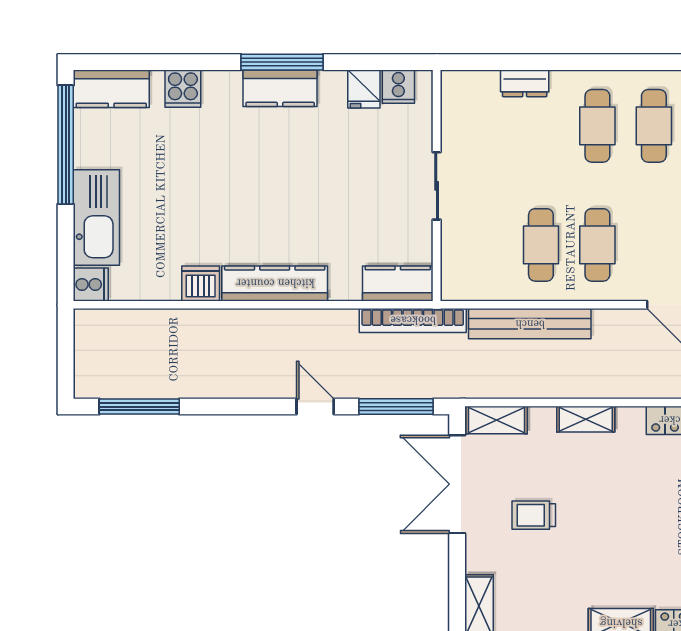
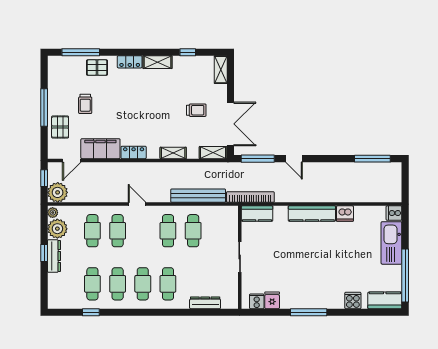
dresser: (525, 83) -> (205, 303), width x1.44
kitchen counter: (280, 88) -> (310, 301), removed

